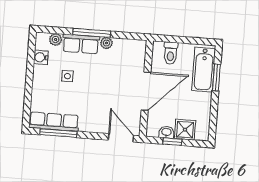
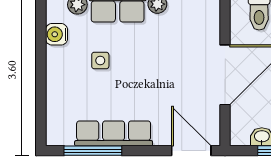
row of seats: (54, 122) -> (114, 133), moved

